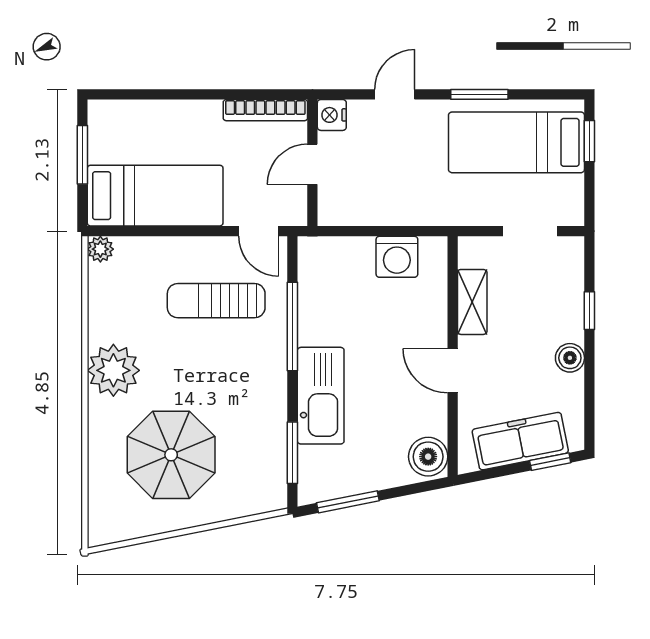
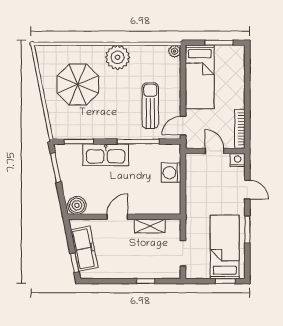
washing machine: (397, 257) -> (171, 173), moved
boiler: (570, 358) -> (123, 272), removed

